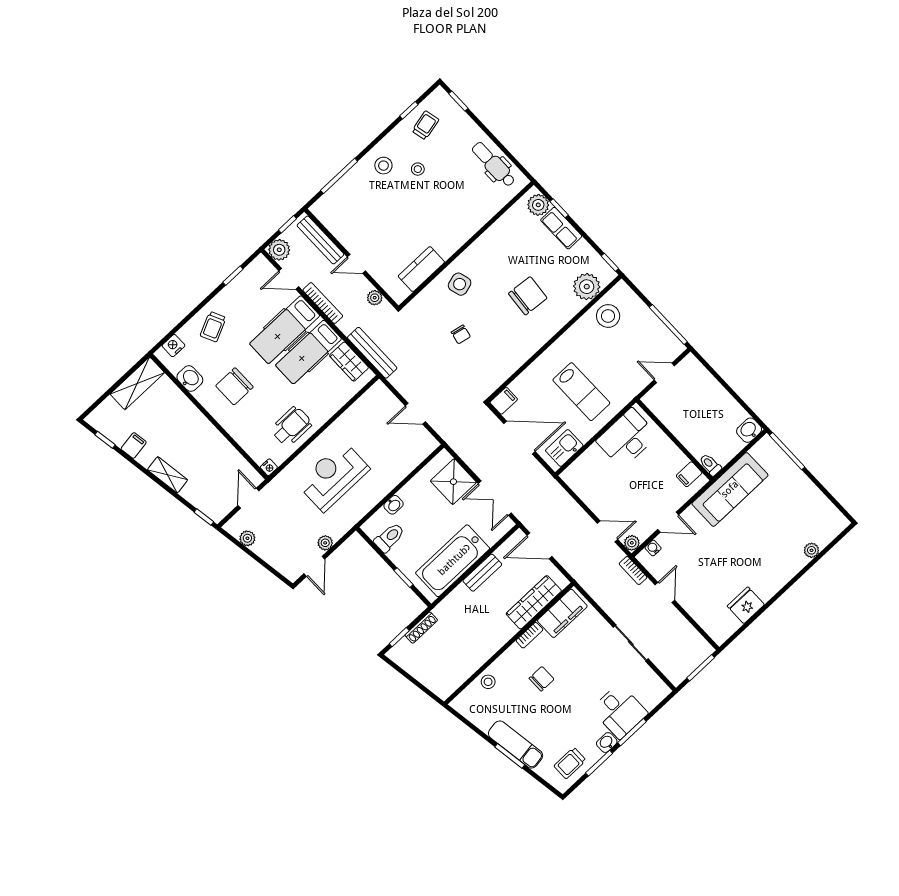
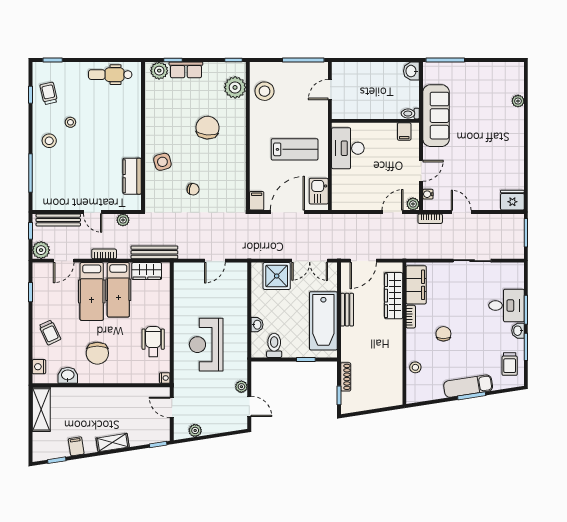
door: (356, 264) -> (93, 212), hinge flipped
bookcase: (323, 303) -> (104, 254), width x0.64
fridge: (746, 605) -> (512, 200), moved, turned 90

